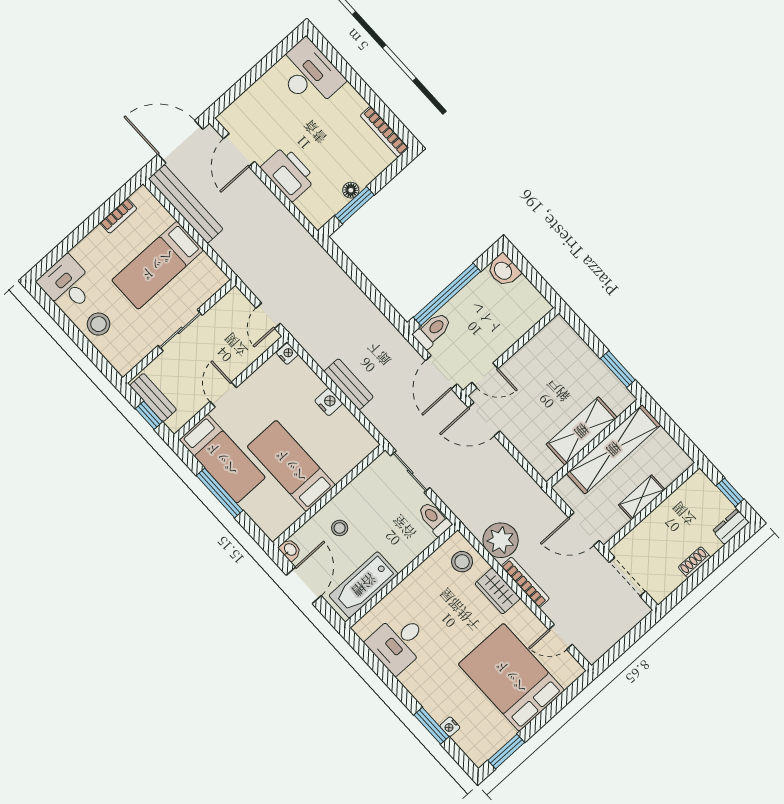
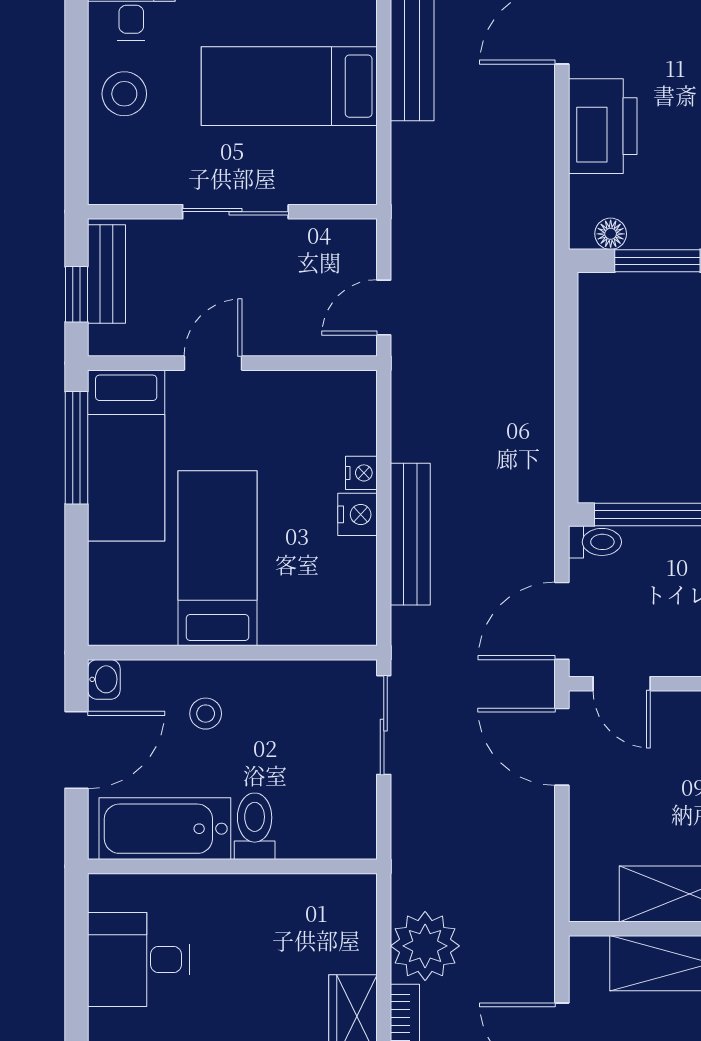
floor lamp: (351, 190) -> (611, 234), moved
toilet: (433, 330) -> (595, 542), width x0.73, depth x0.72
nightstand: (287, 354) -> (361, 473), moved
bench: (349, 384) -> (410, 534), width x1.36
window: (220, 493) -> (76, 448), moved
toilet: (434, 519) -> (255, 826), moved
stool: (462, 562) -> (340, 926), removed

